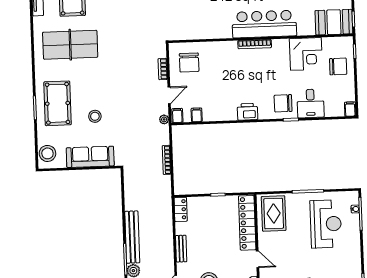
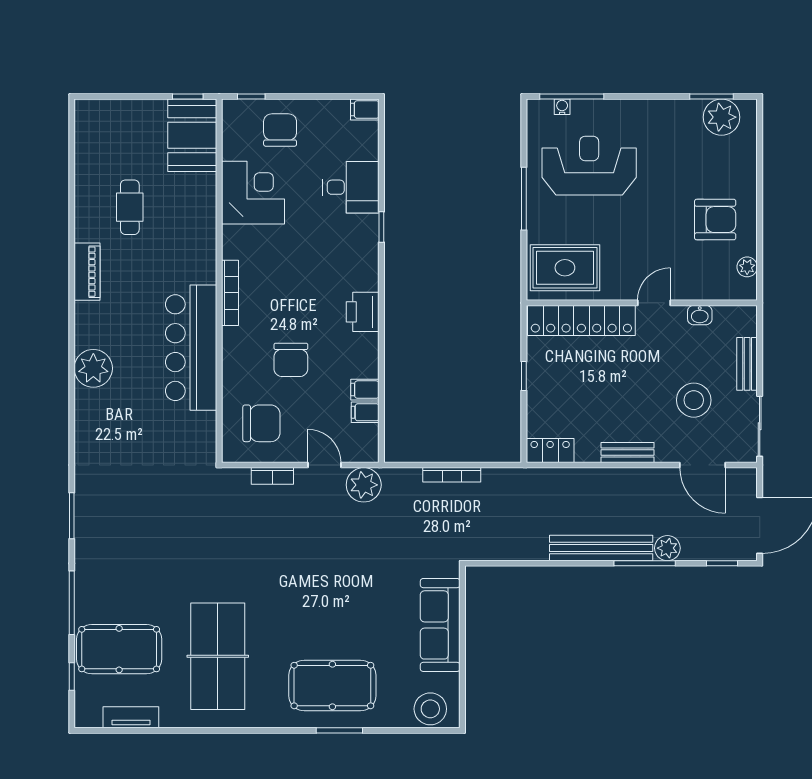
bar counter: (264, 24) -> (191, 348), moved
chair: (283, 103) -> (291, 360), moved
filing cabinet: (177, 115) -> (365, 390), moved
stool: (95, 116) -> (361, 613), removed
plant: (164, 119) -> (364, 485), width x1.88, depth x1.88

